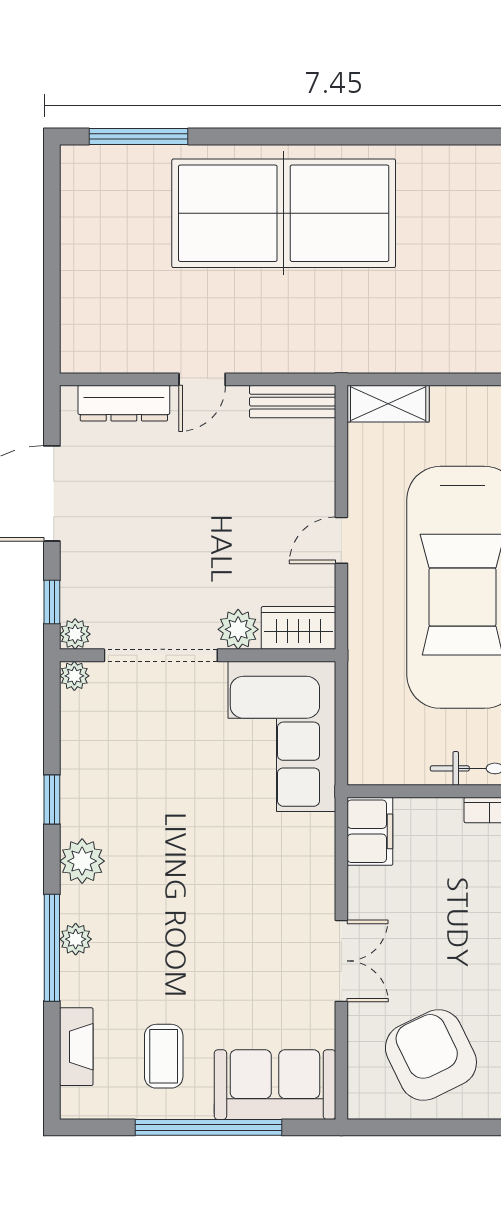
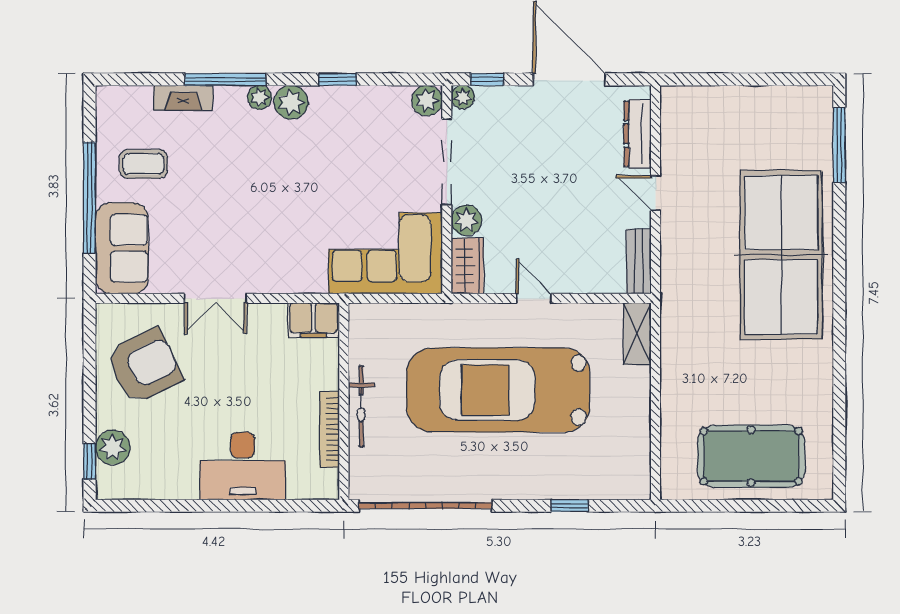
plant: (74, 676) -> (427, 101), width x1.38, depth x1.38
plant: (76, 939) -> (260, 97), moved
fireplace: (76, 1047) -> (183, 98), moved

